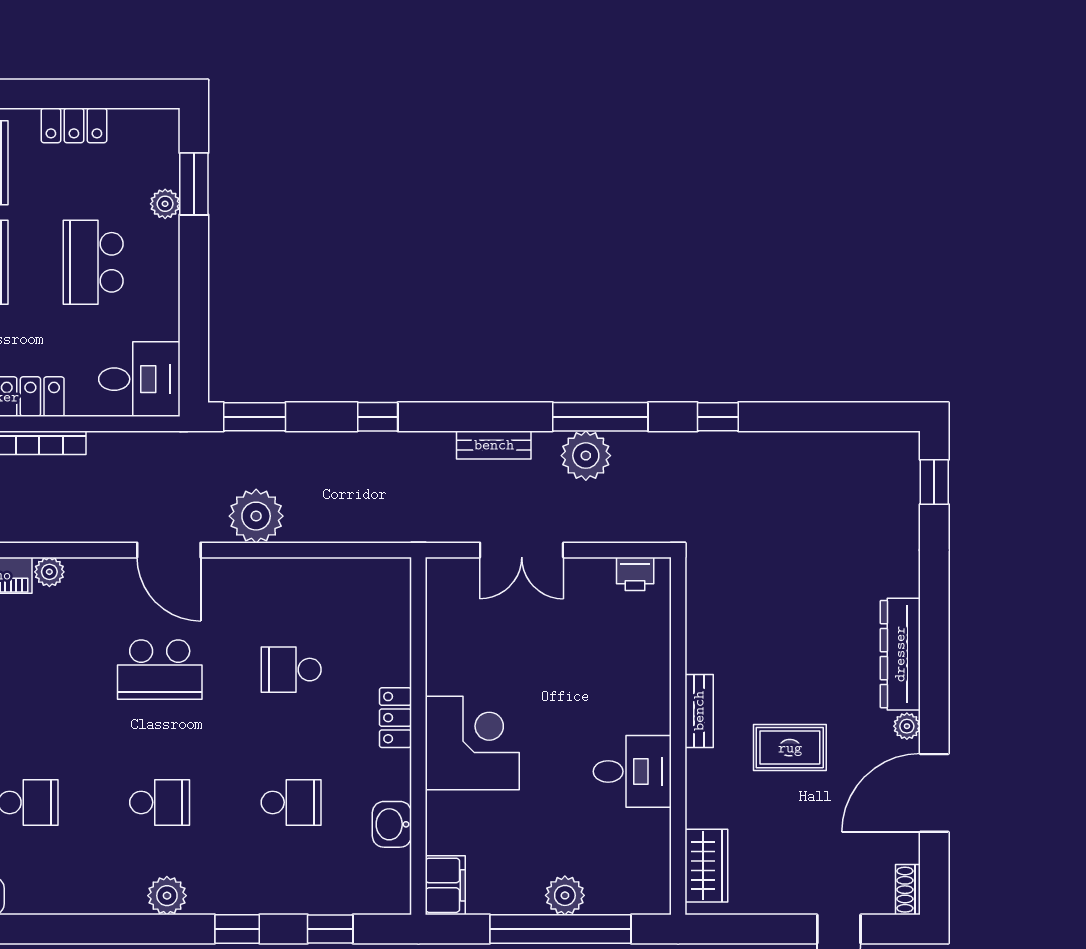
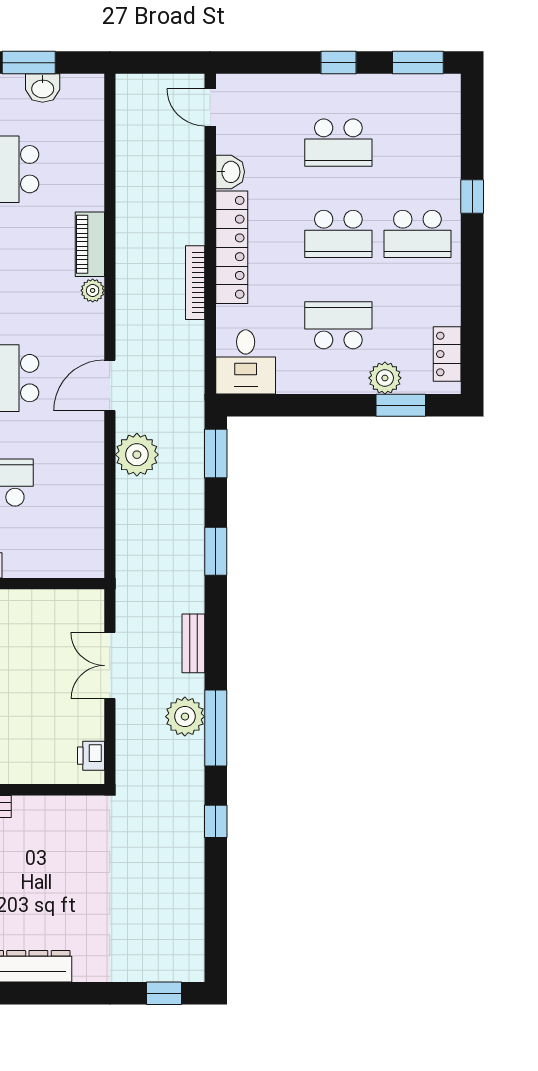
locker: (74, 125) -> (447, 354), moved
plant: (165, 204) -> (385, 378), width x1.38, depth x1.38
window: (378, 417) -> (216, 551), width x1.50

